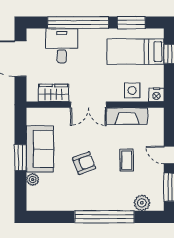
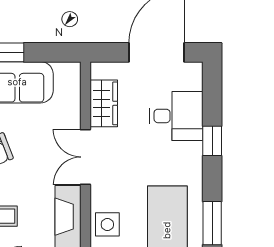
window: (78, 23) -> (212, 141), width x0.32

